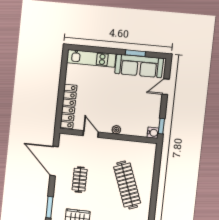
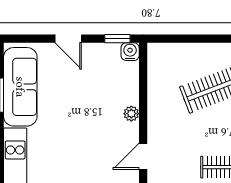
door: (166, 87) -> (68, 39), moved

